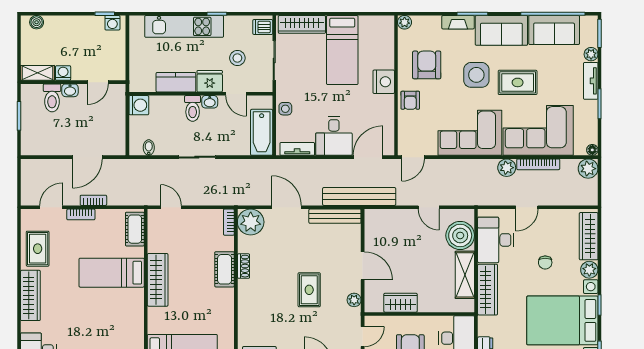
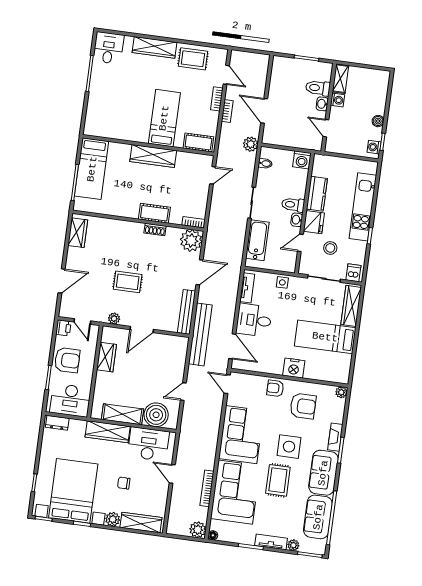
boiler: (37, 22) -> (378, 121), moved
bathtub: (262, 132) -> (257, 240), moved, turned 90
plant: (507, 168) -> (251, 144), moved

